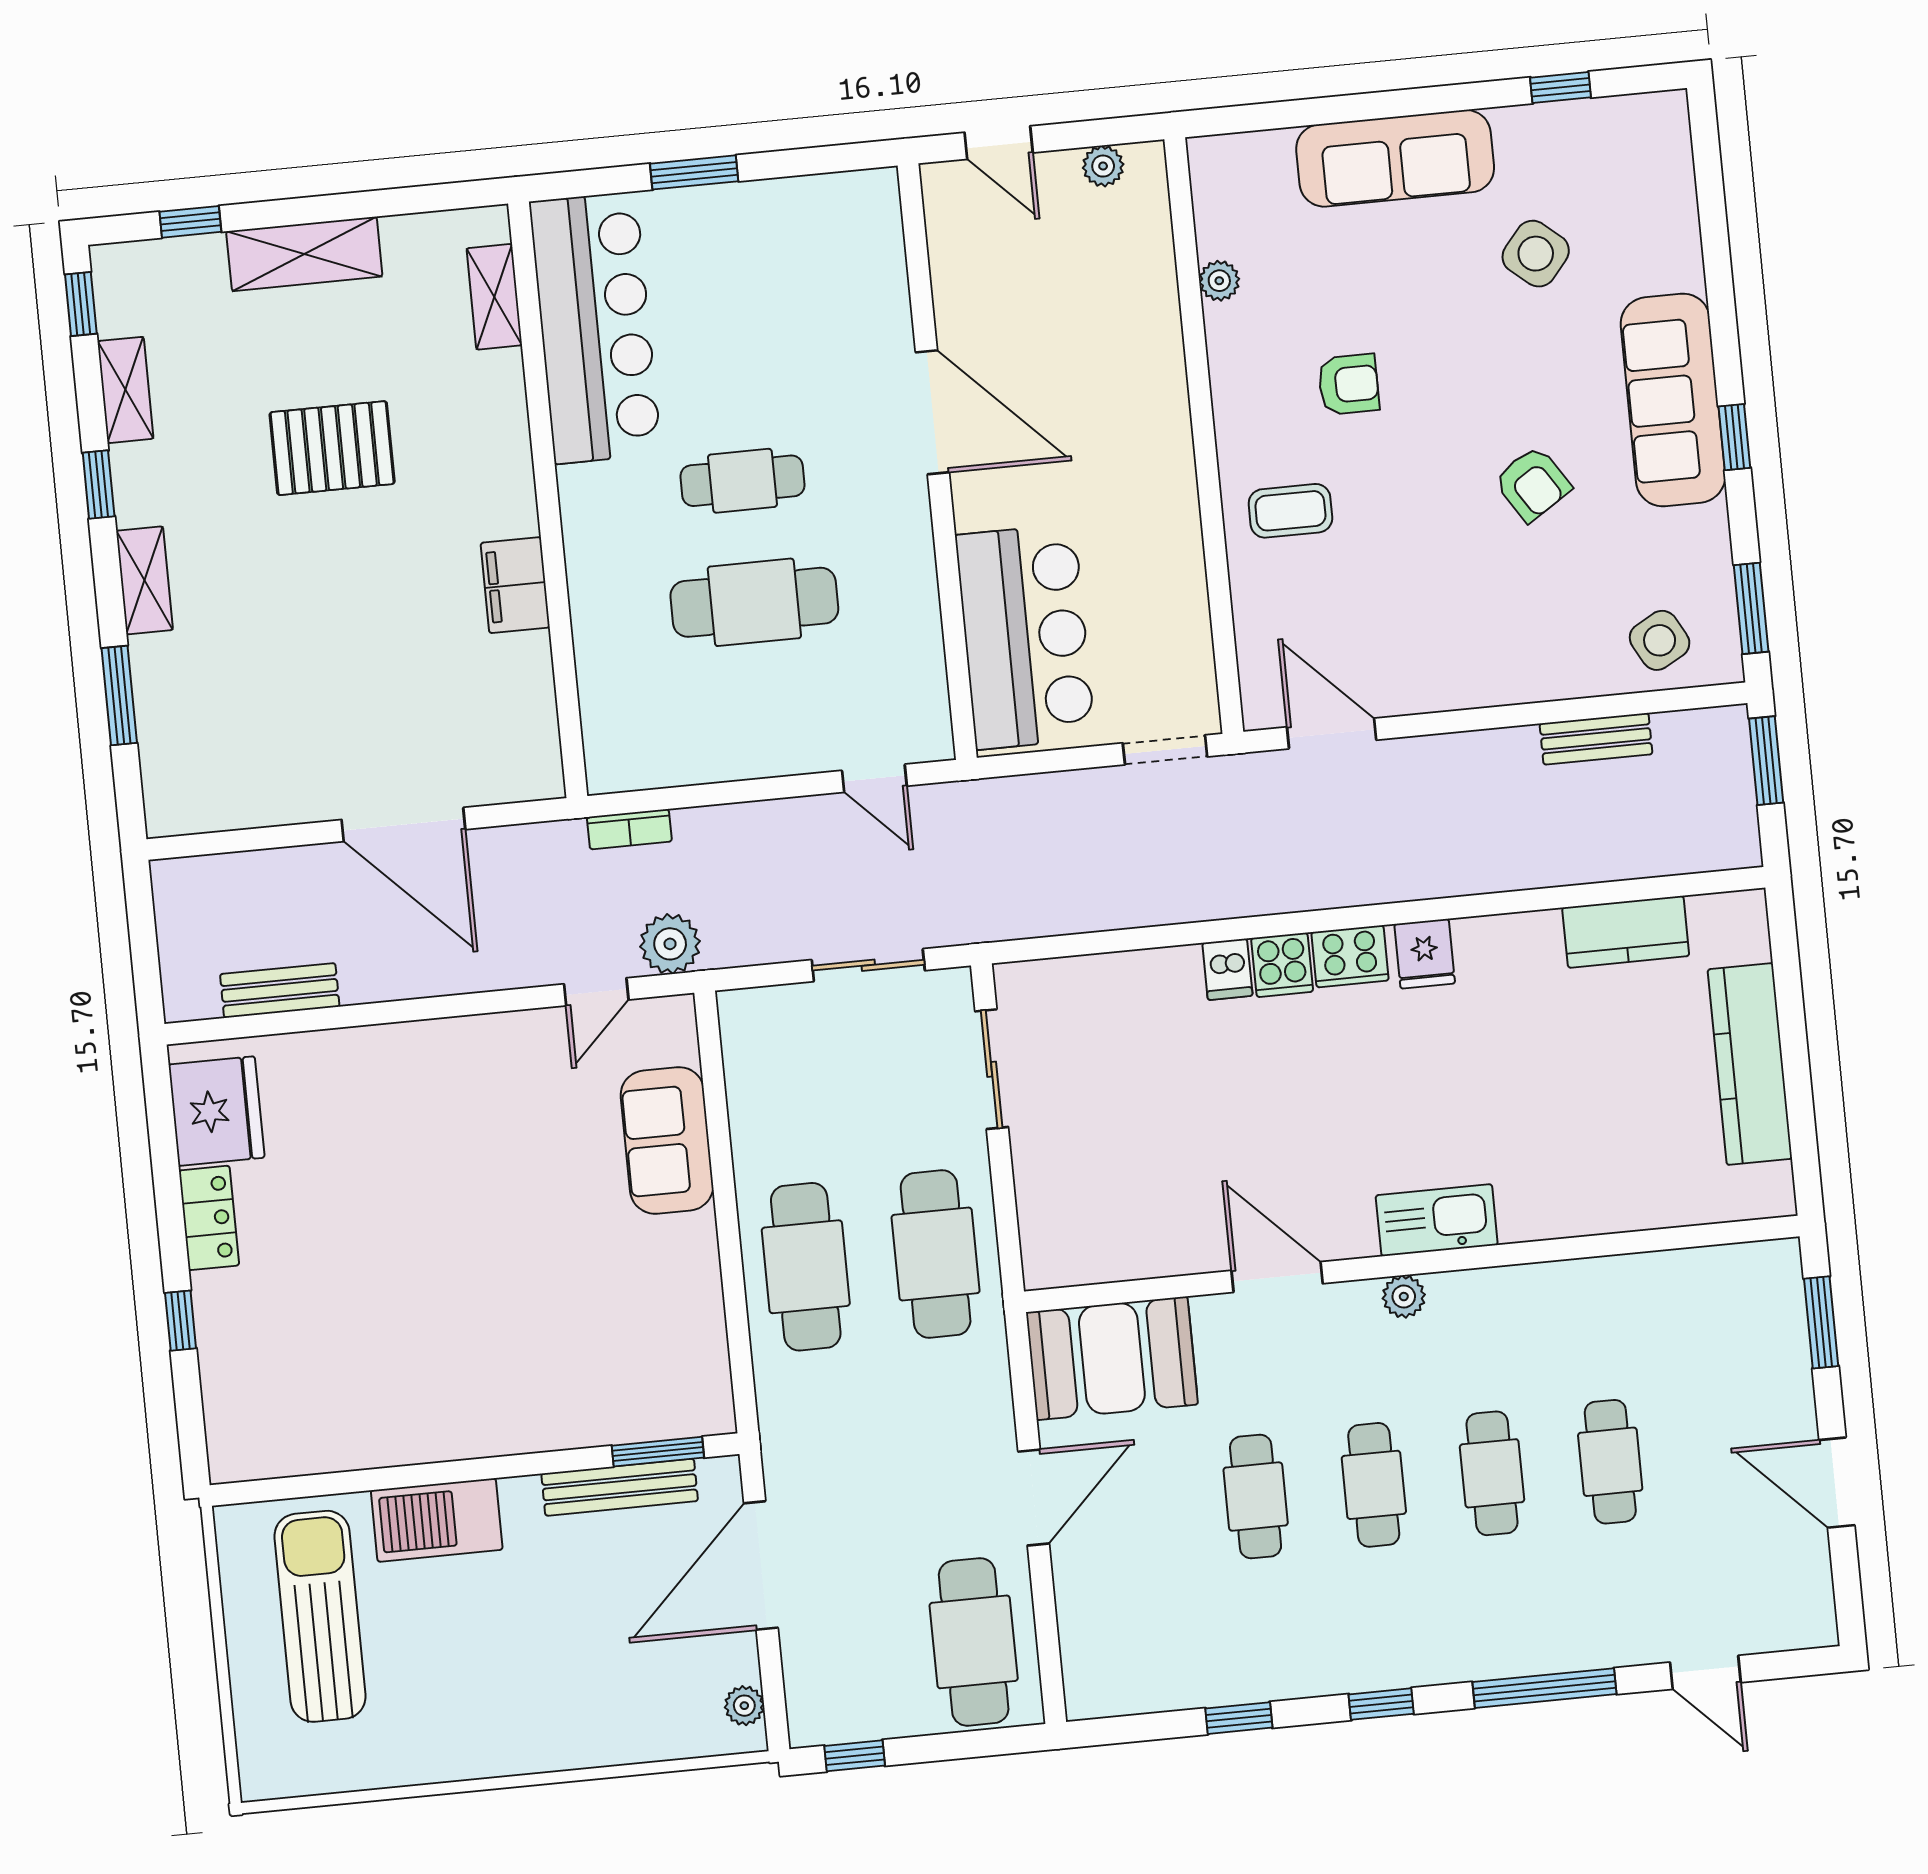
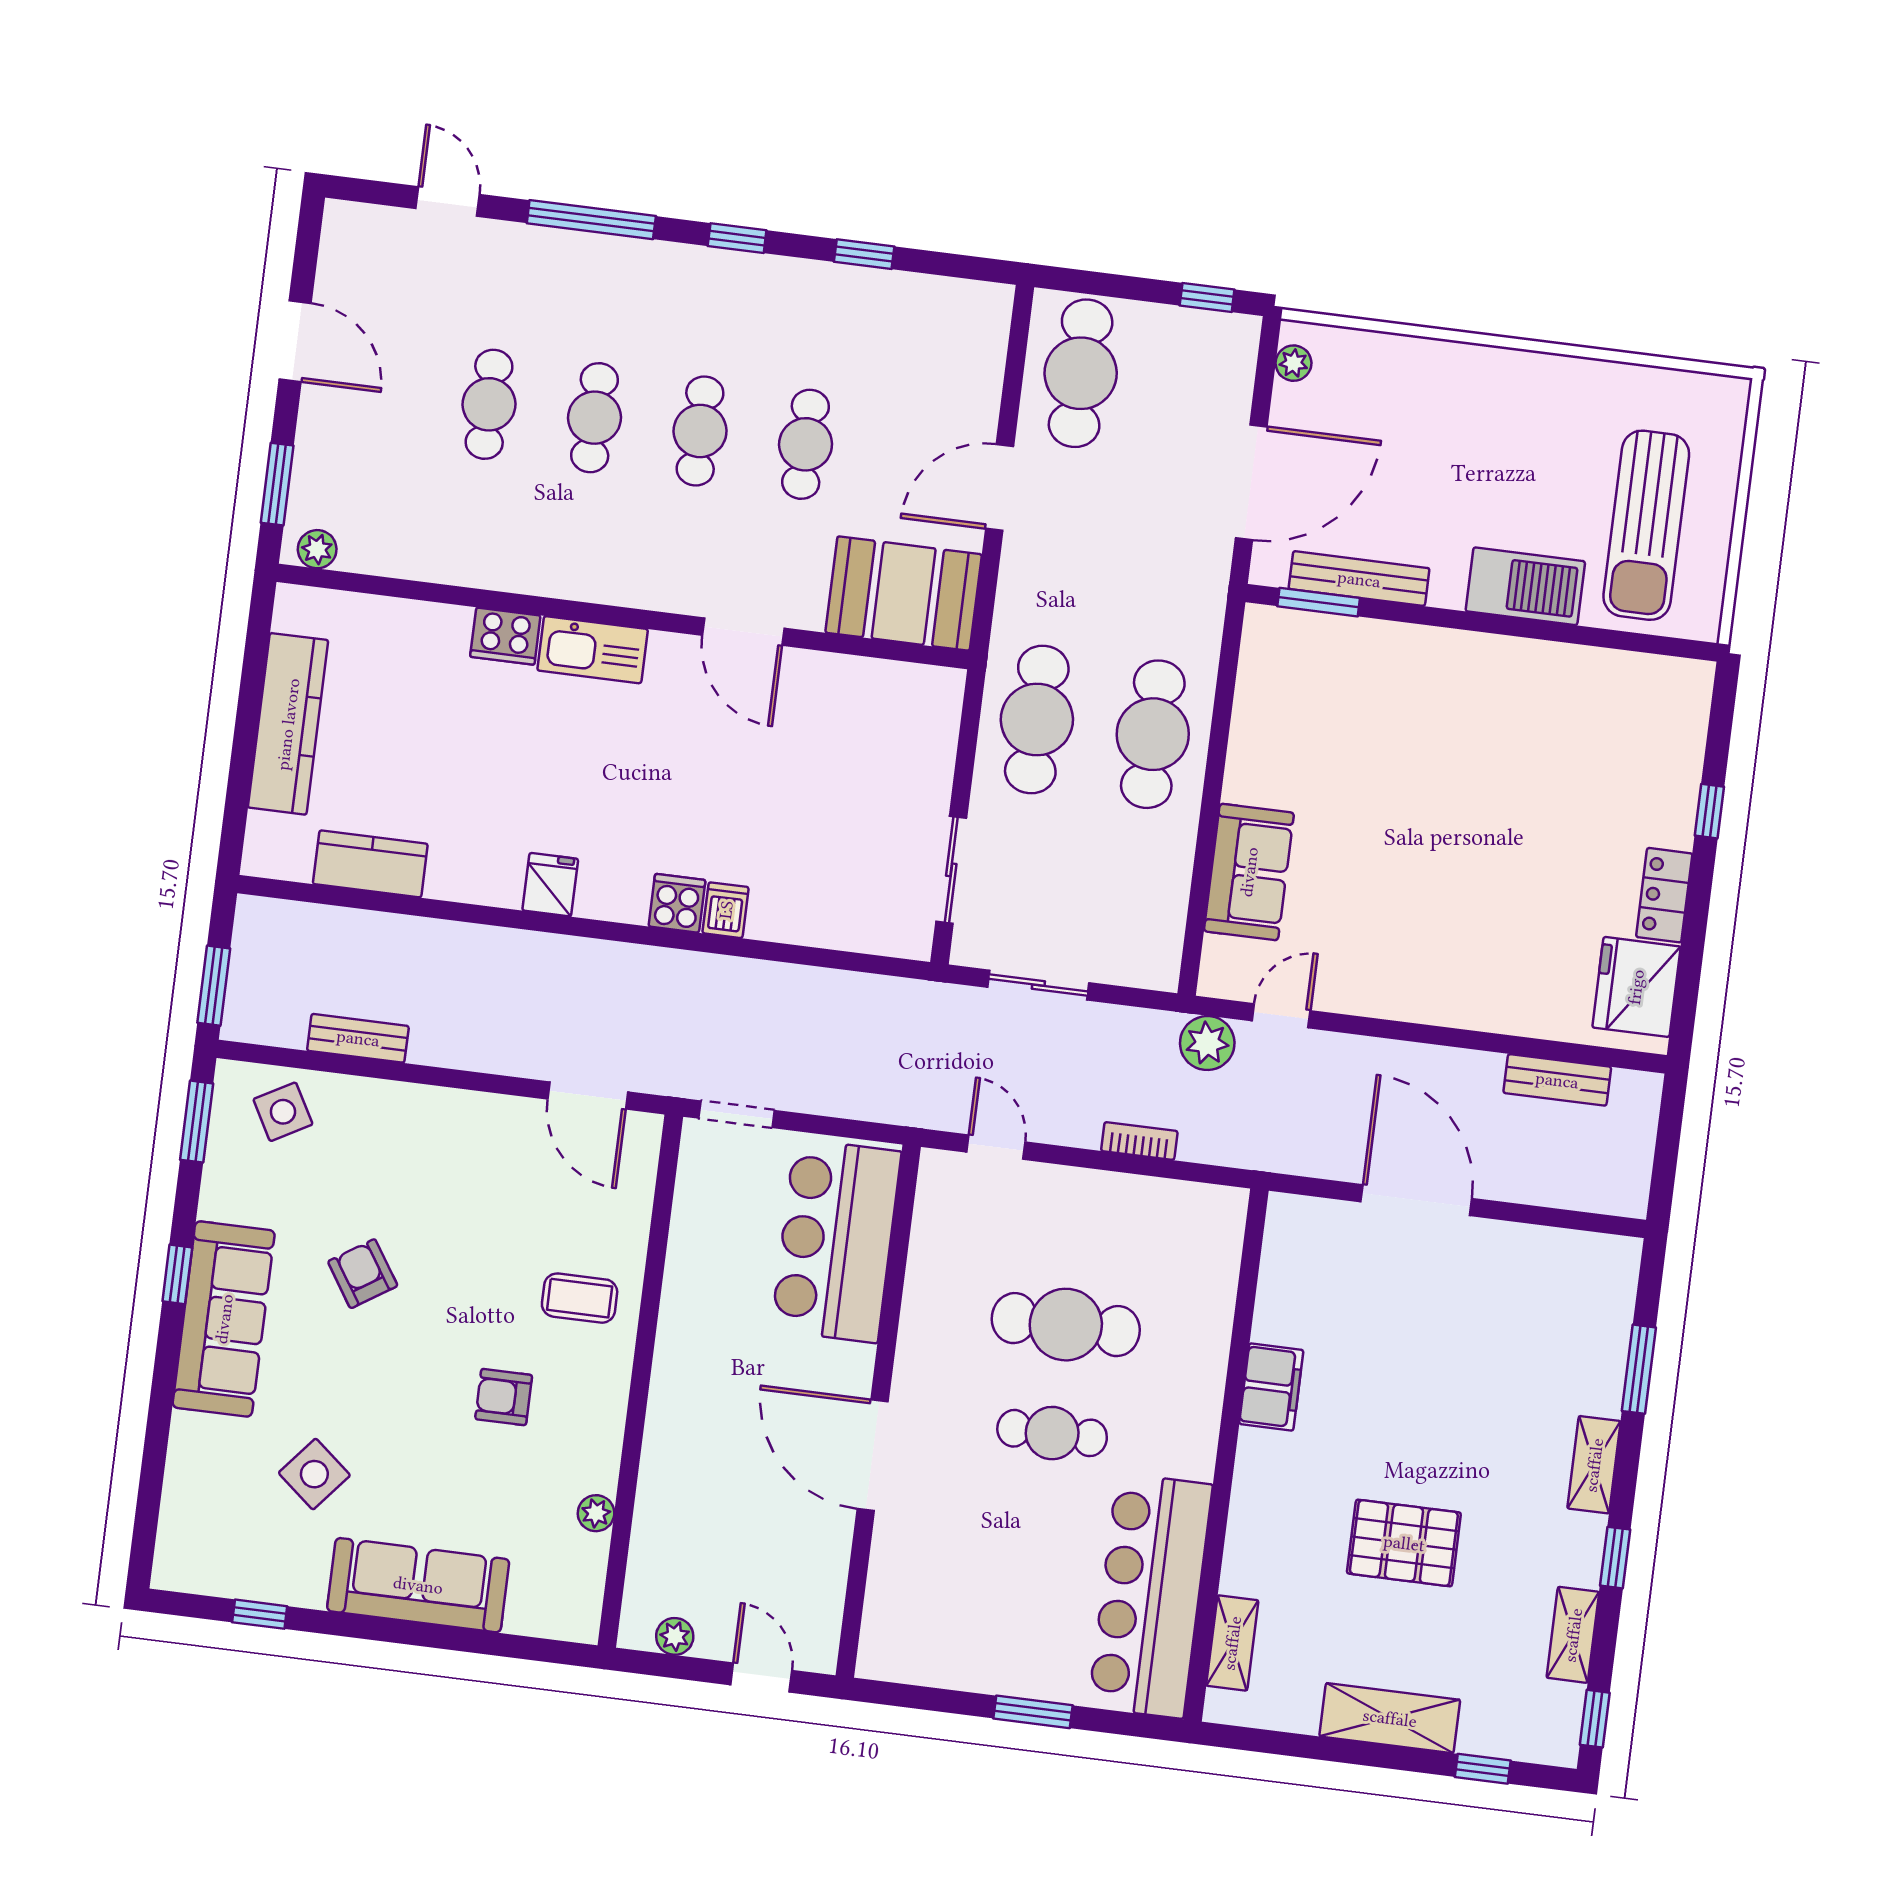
bookcase: (629, 829) -> (1139, 1141), moved
cooker: (1350, 956) -> (505, 636), moved, turned 180
plant: (1404, 1297) -> (317, 549), moved

